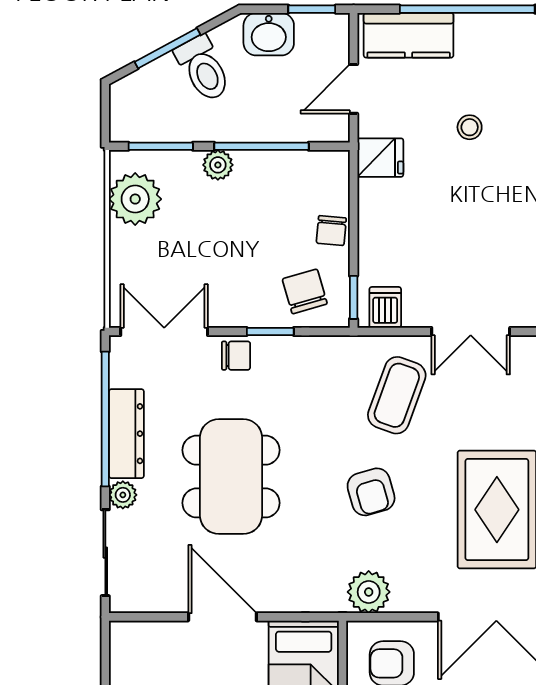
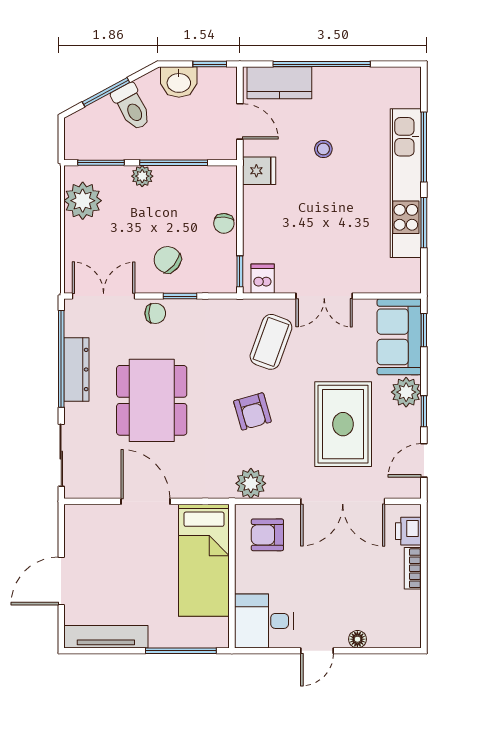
door: (354, 89) -> (240, 121), swing flipped
chair: (305, 291) -> (167, 260), moved, turned -35
plant: (123, 495) -> (74, 414), removed

